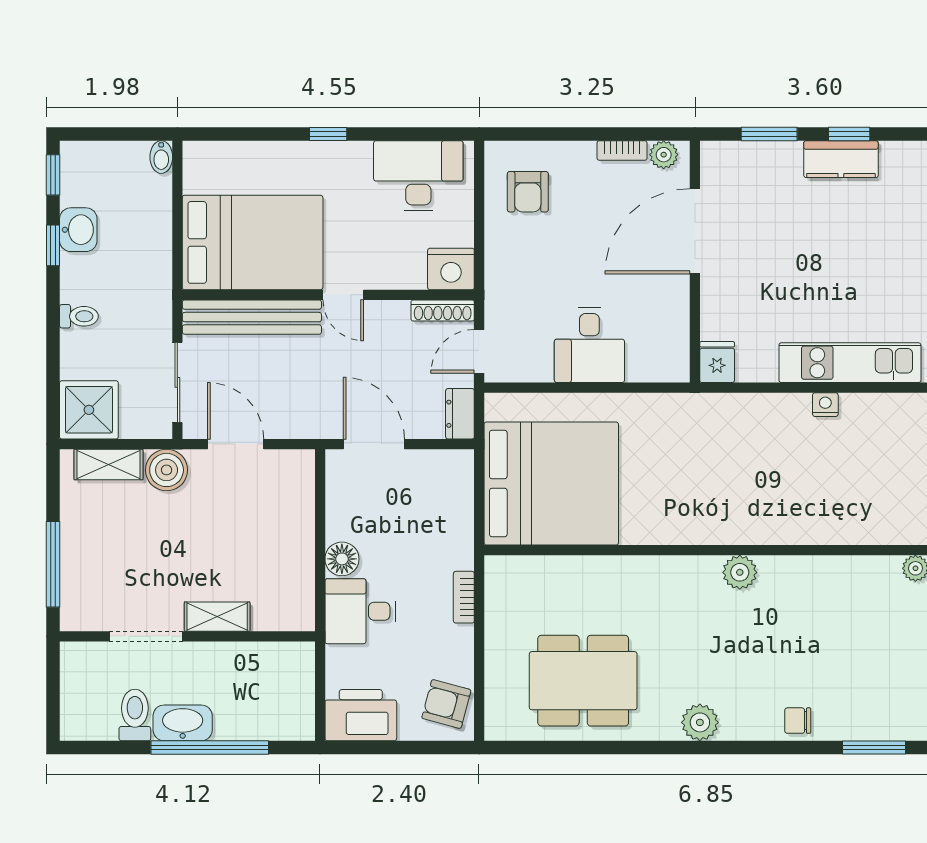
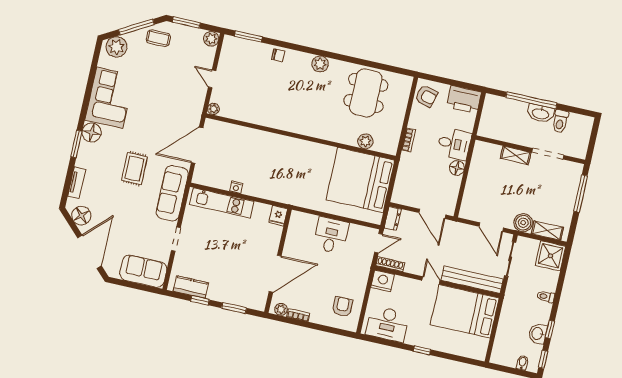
bidet: (161, 157) -> (522, 363), moved
kitchen counter: (841, 159) -> (191, 287), moved
plant: (740, 572) -> (365, 141), moved
dining table: (583, 681) -> (366, 93), turned 90

